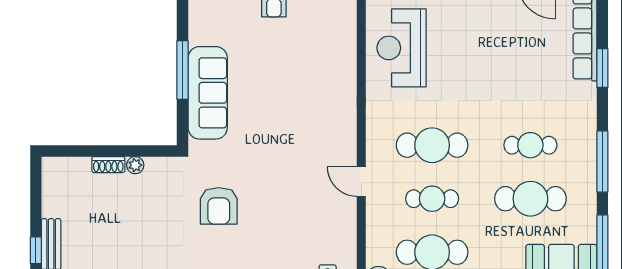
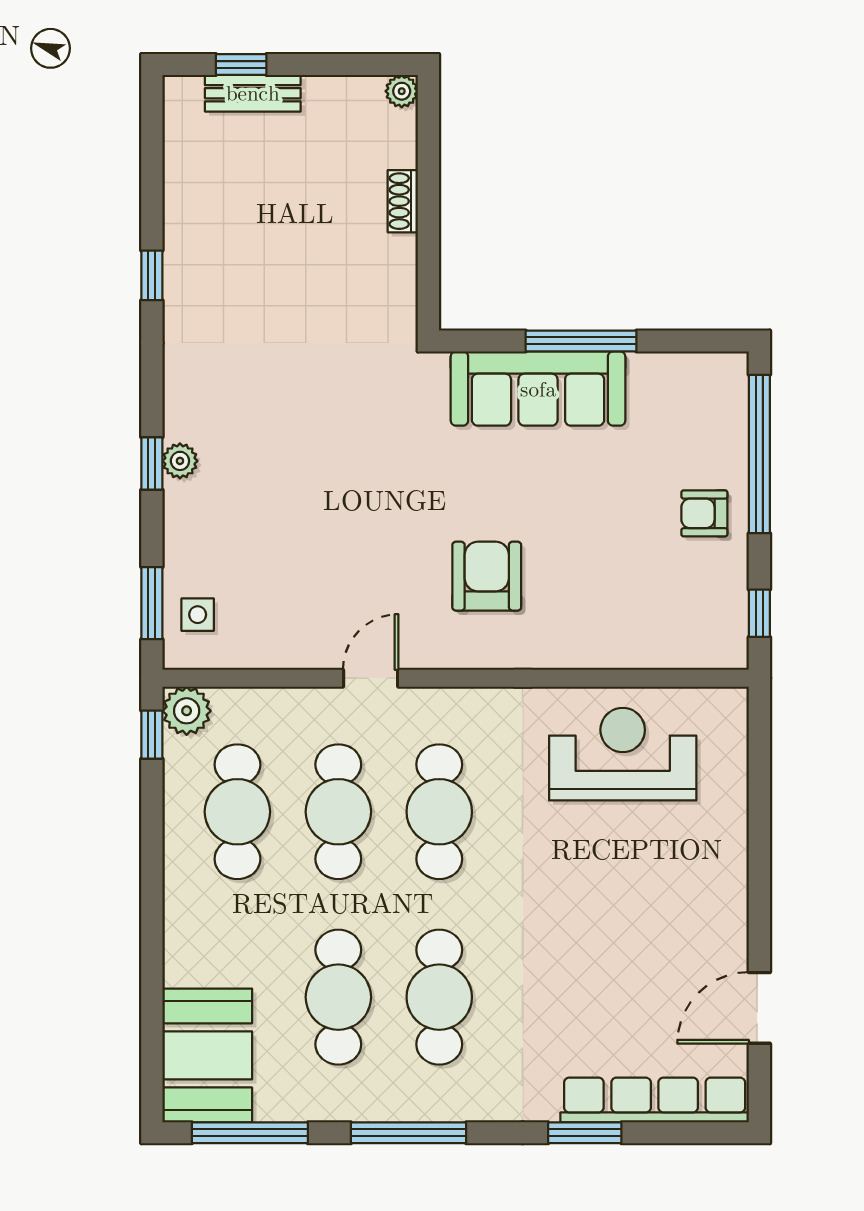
cafe table: (530, 145) -> (439, 997), width x1.37, depth x1.35
plant: (135, 165) -> (402, 91), moved
cafe table: (432, 199) -> (338, 812), width x1.37, depth x1.35
armchair: (219, 206) -> (487, 576), moved, turned 90

